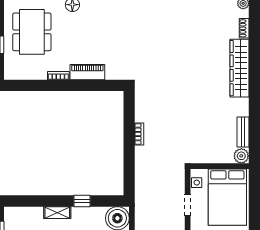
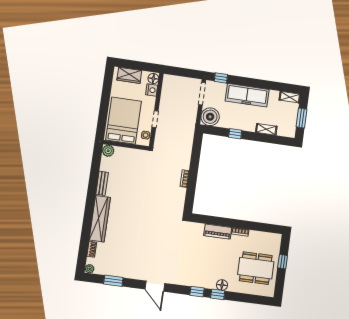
dining table: (32, 32) -> (256, 268), turned 90
bench: (243, 132) -> (102, 183), moved
shelving: (57, 213) -> (266, 129), moved

